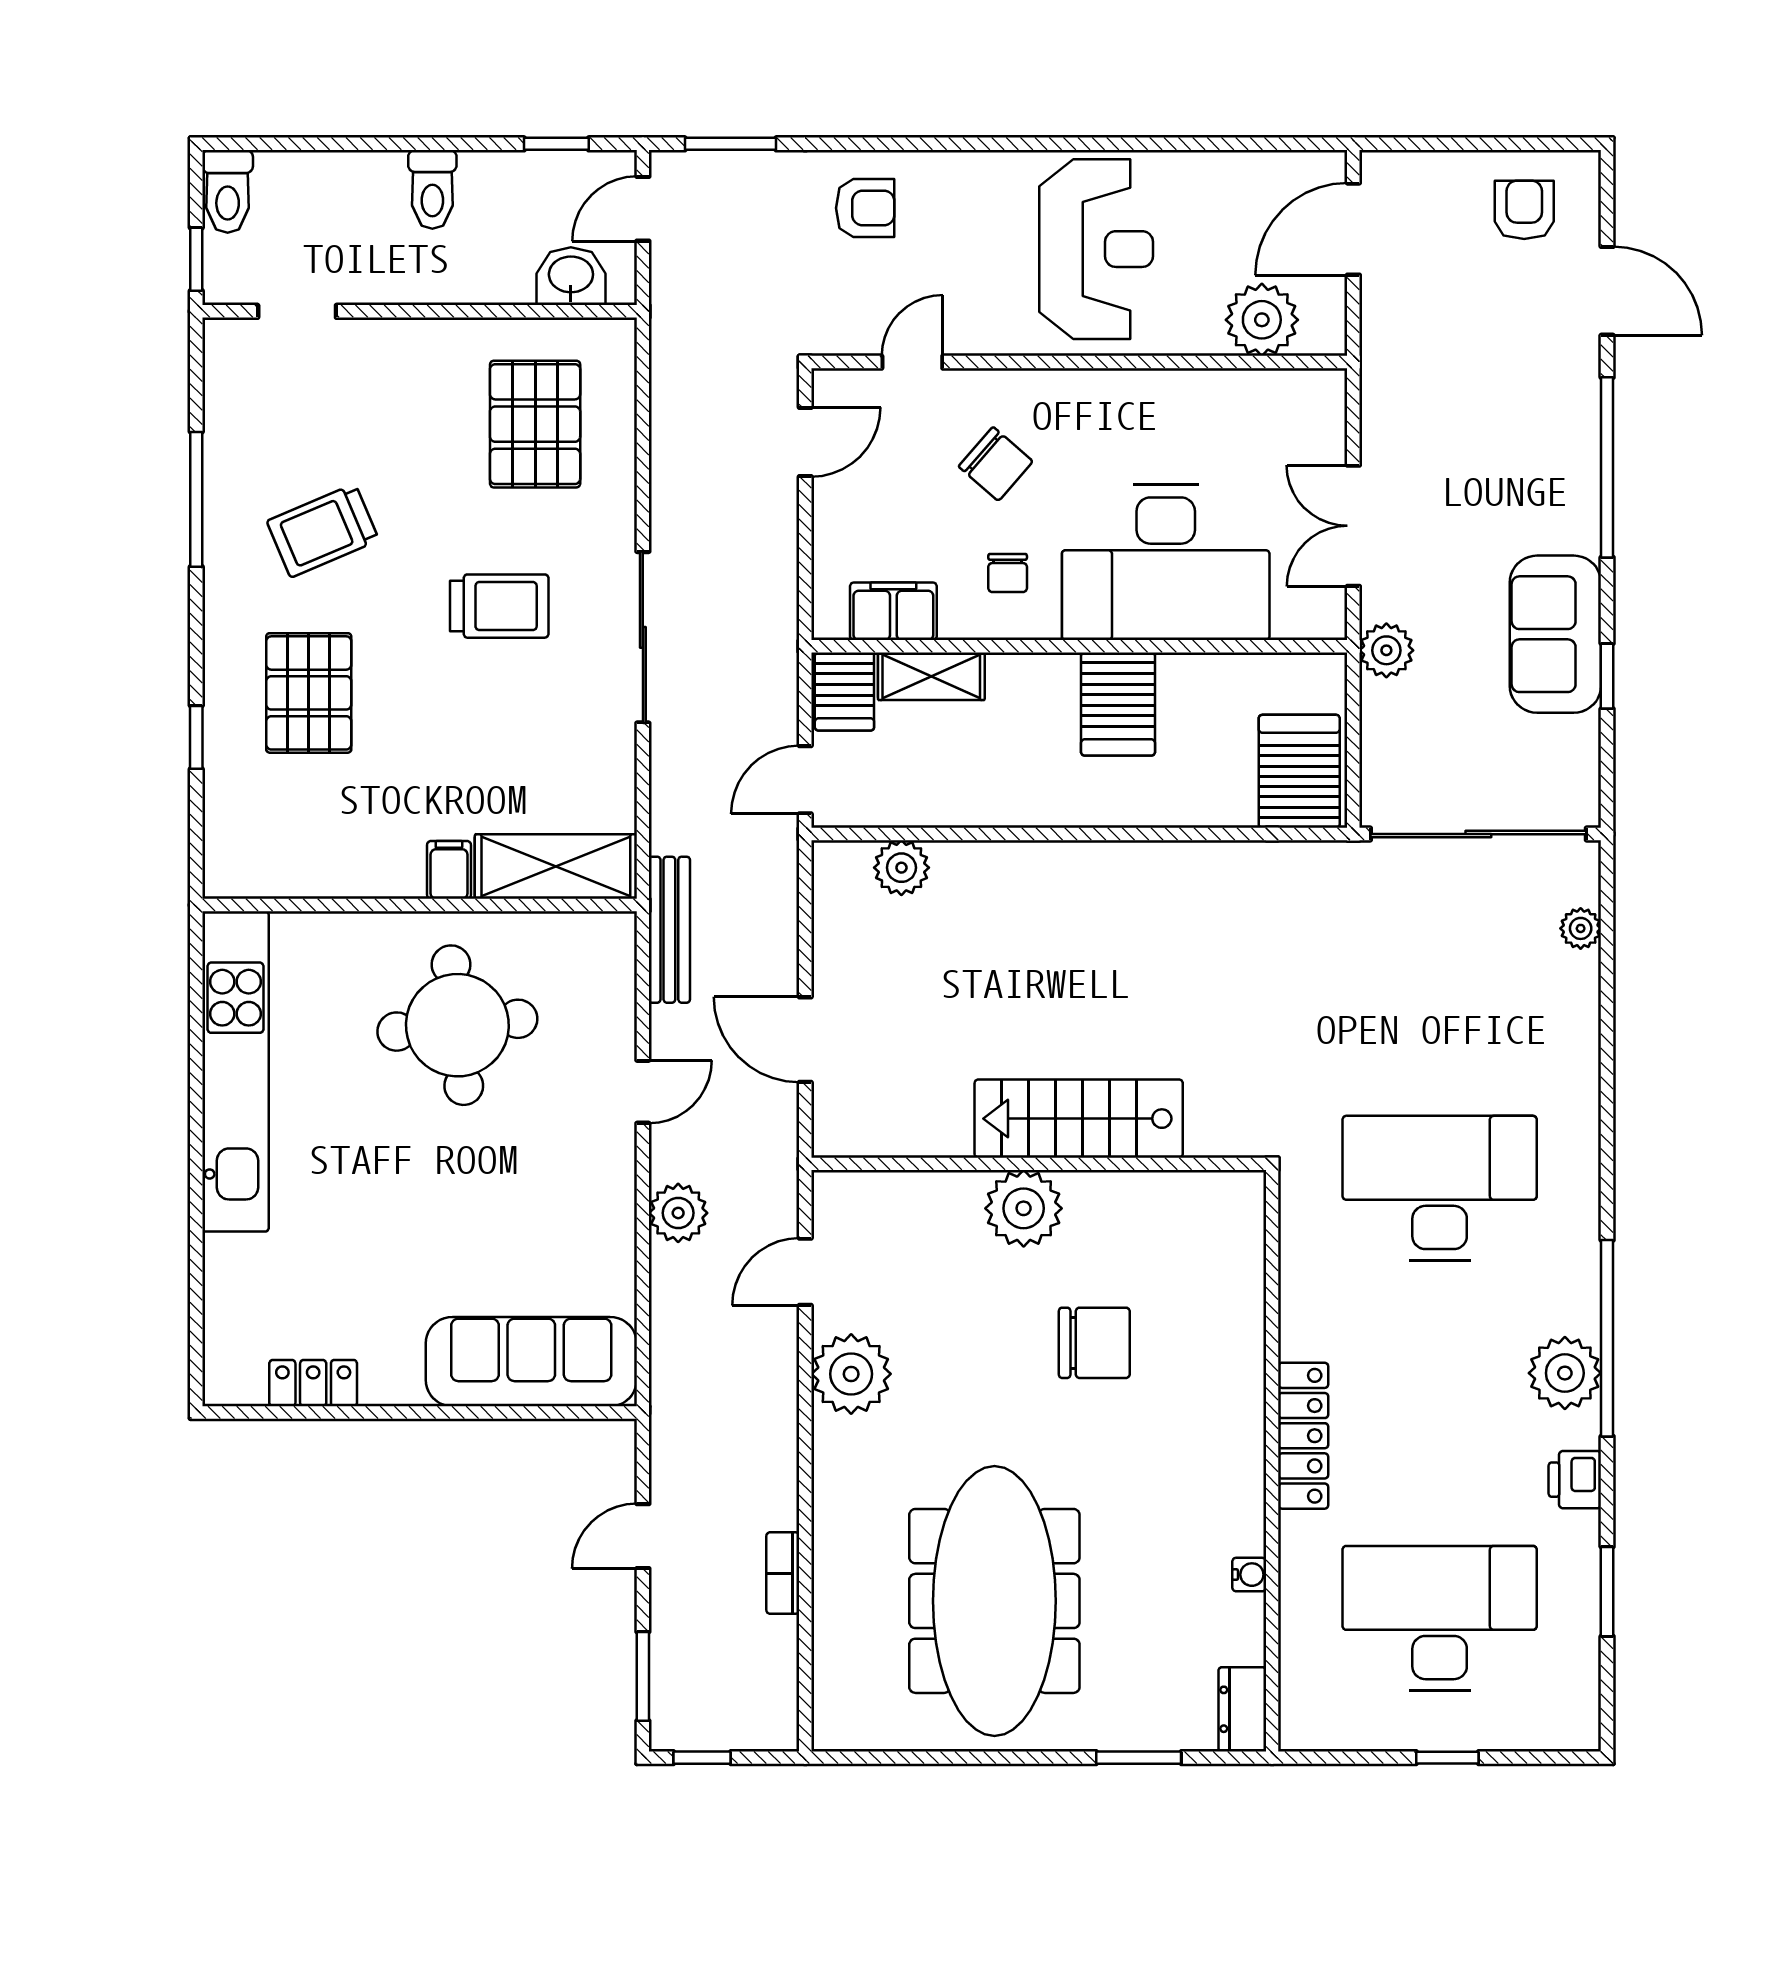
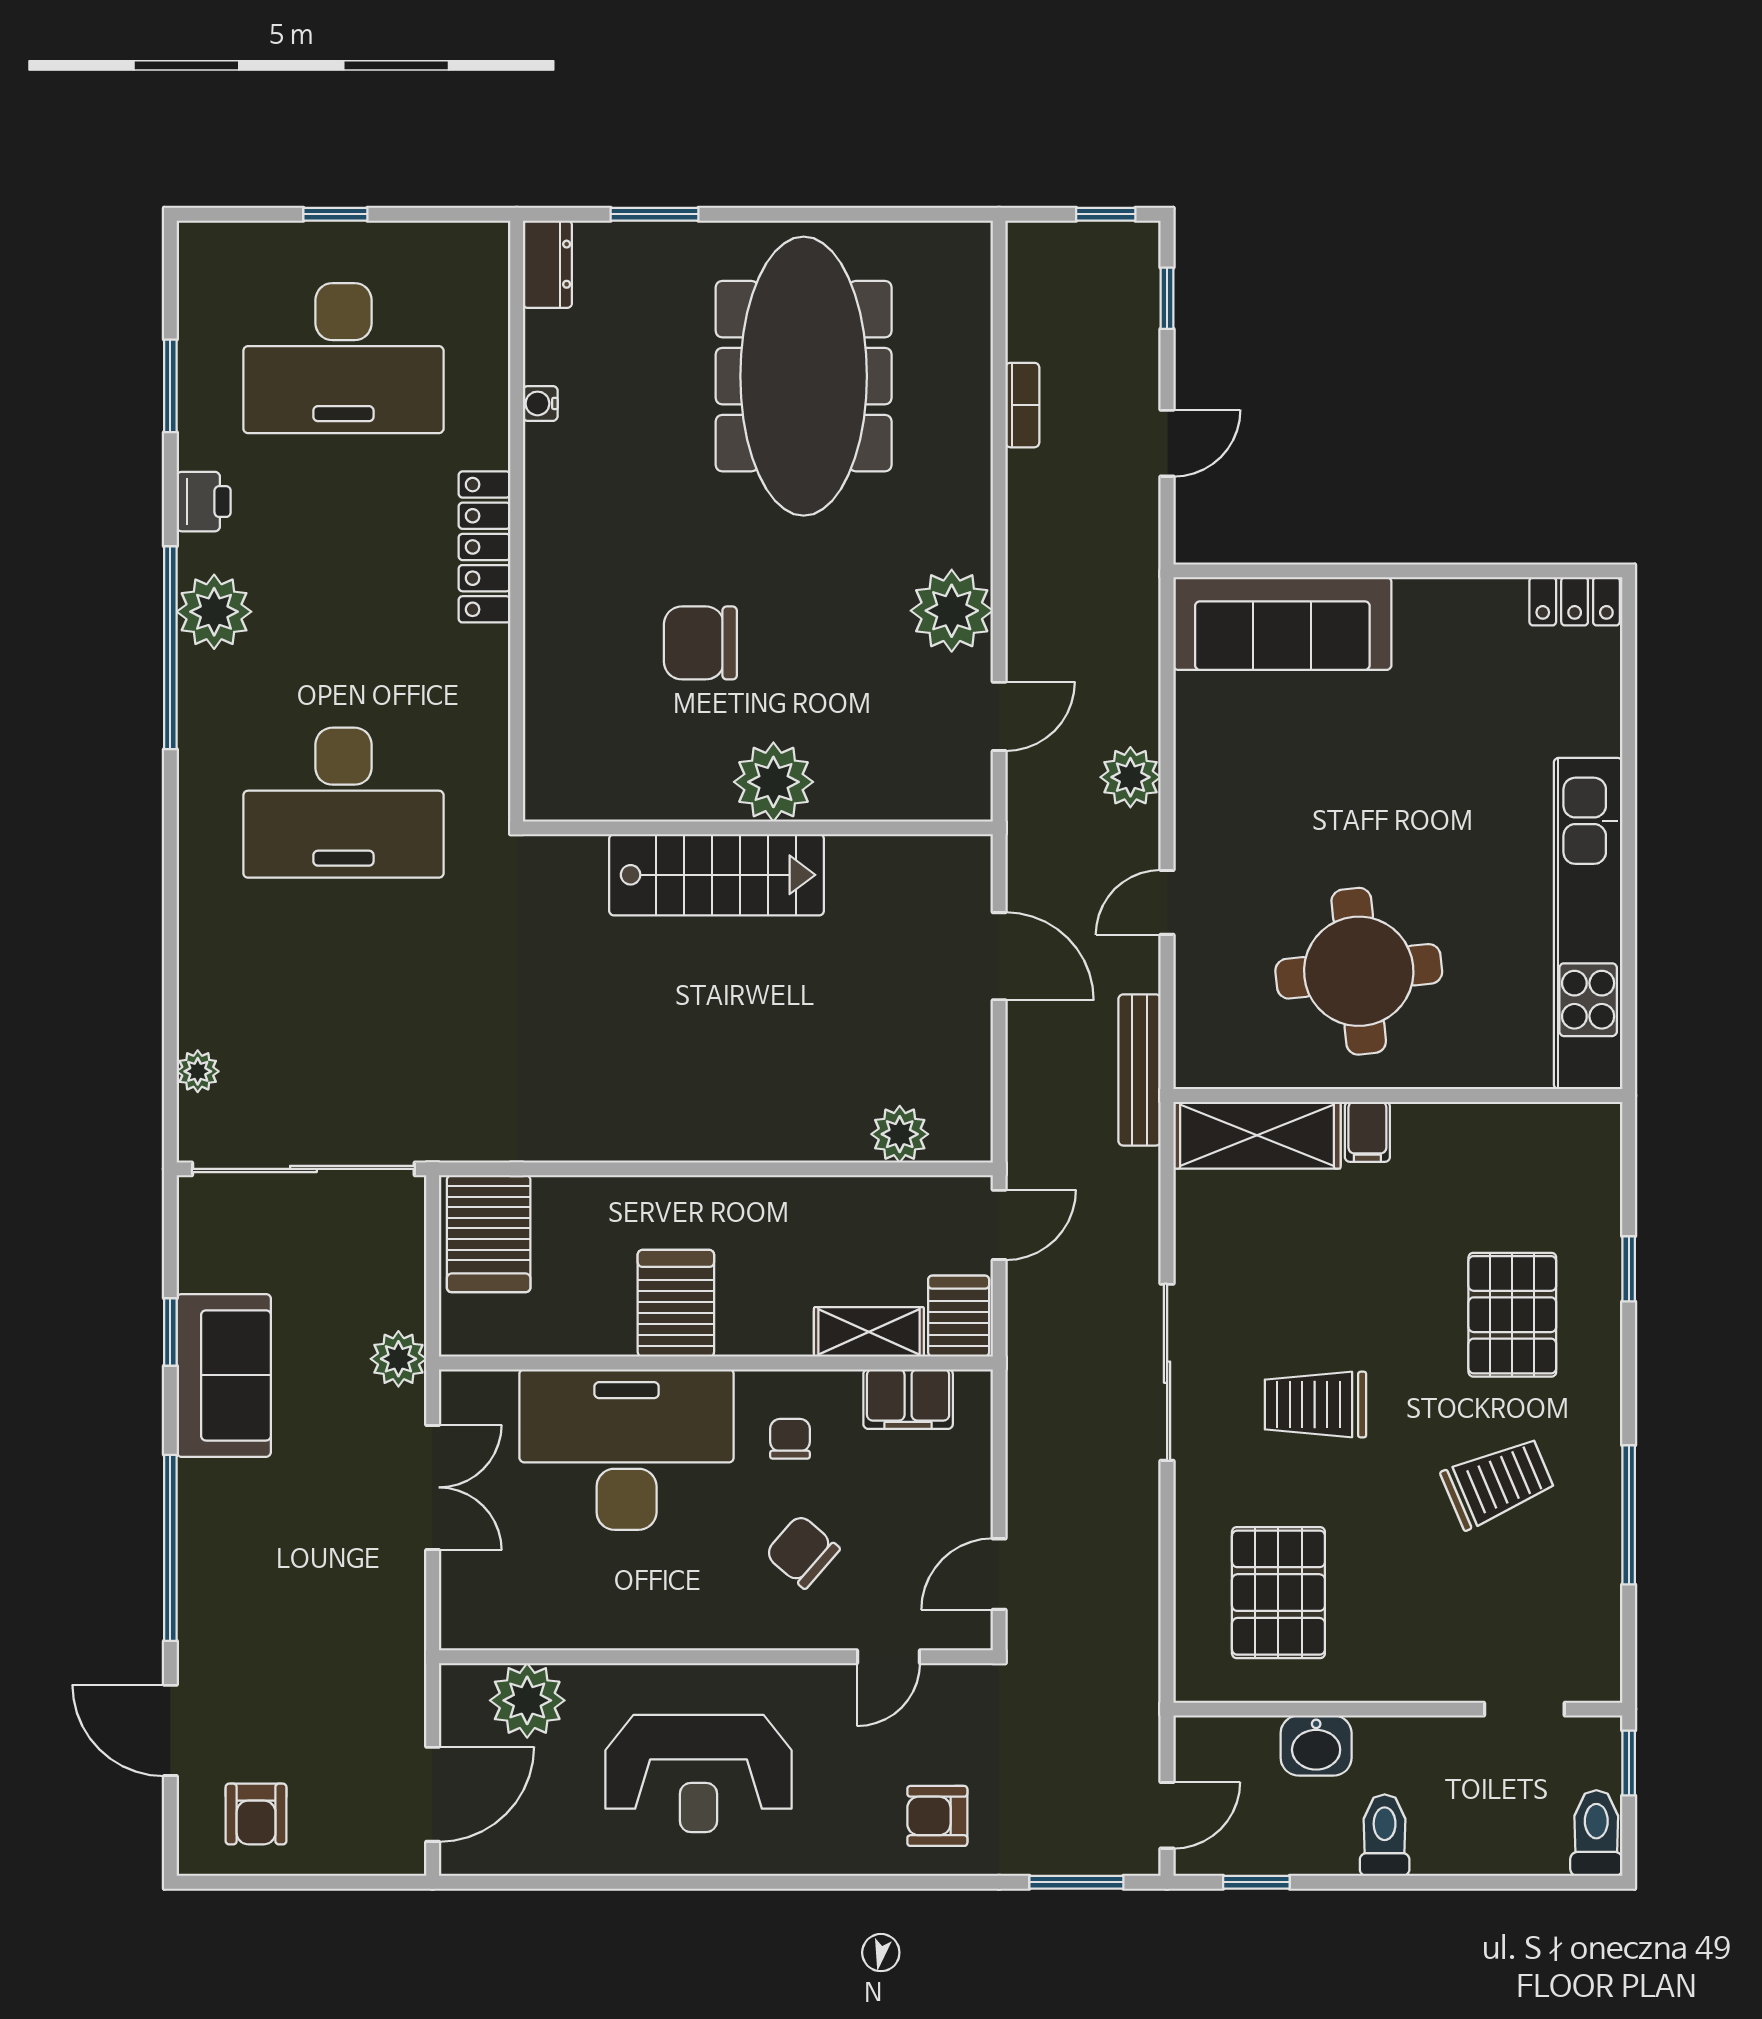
reception desk: (1096, 249) -> (698, 1774), turned -90
washbasin: (571, 276) -> (1316, 1746), moved
locker: (313, 1383) -> (1575, 601), moved
window: (643, 1676) -> (1167, 298), width x0.67

